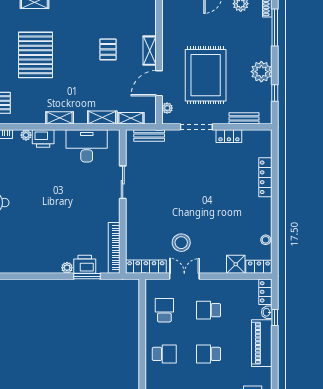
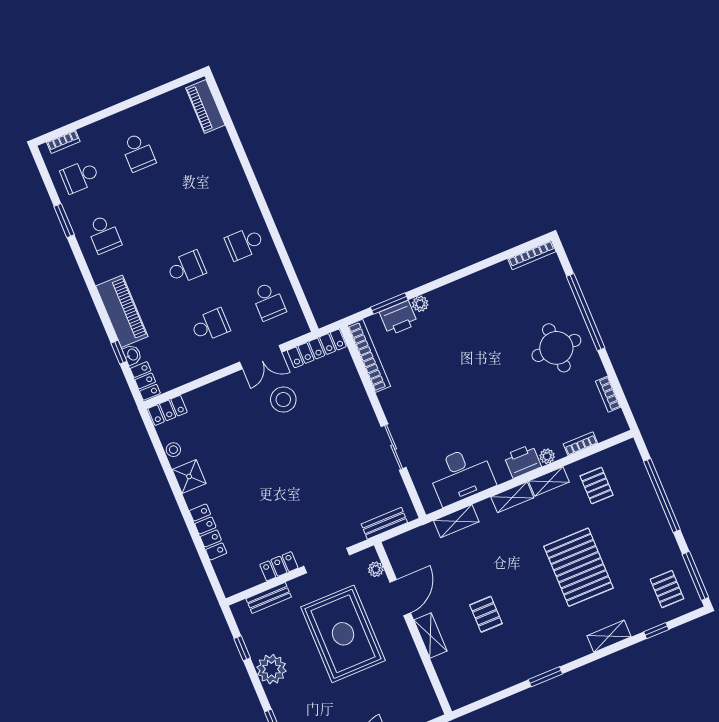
shelving: (131, 118) -> (549, 481), moved
shower: (236, 264) -> (189, 477), moved

